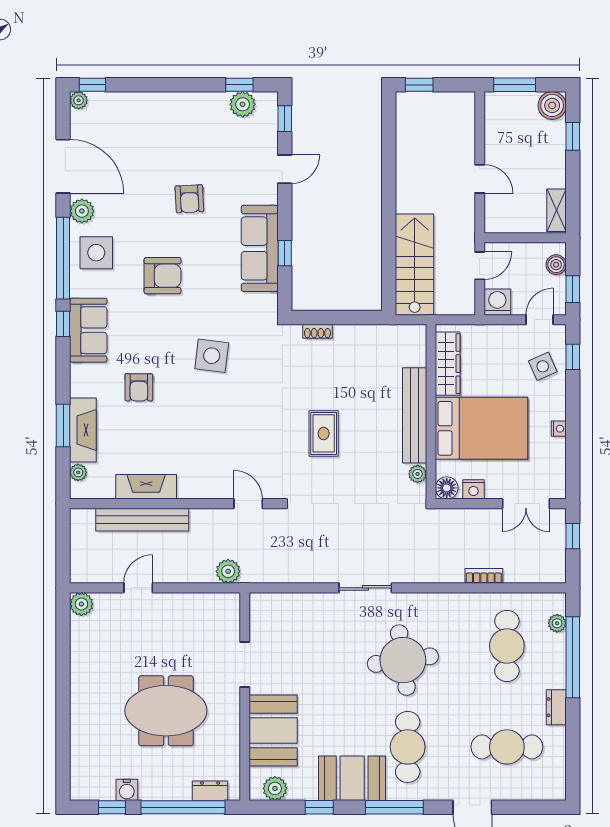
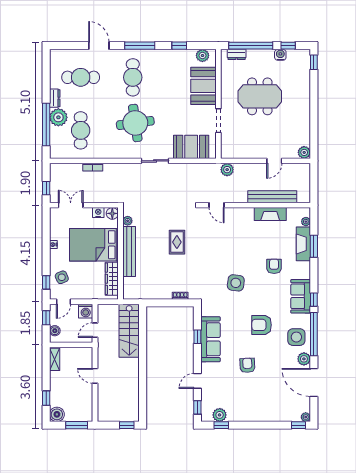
plant: (557, 623) -> (58, 117), moved, width x1.87, depth x1.87
window: (63, 776) -> (314, 62), added
booth: (352, 778) -> (191, 147), moved

